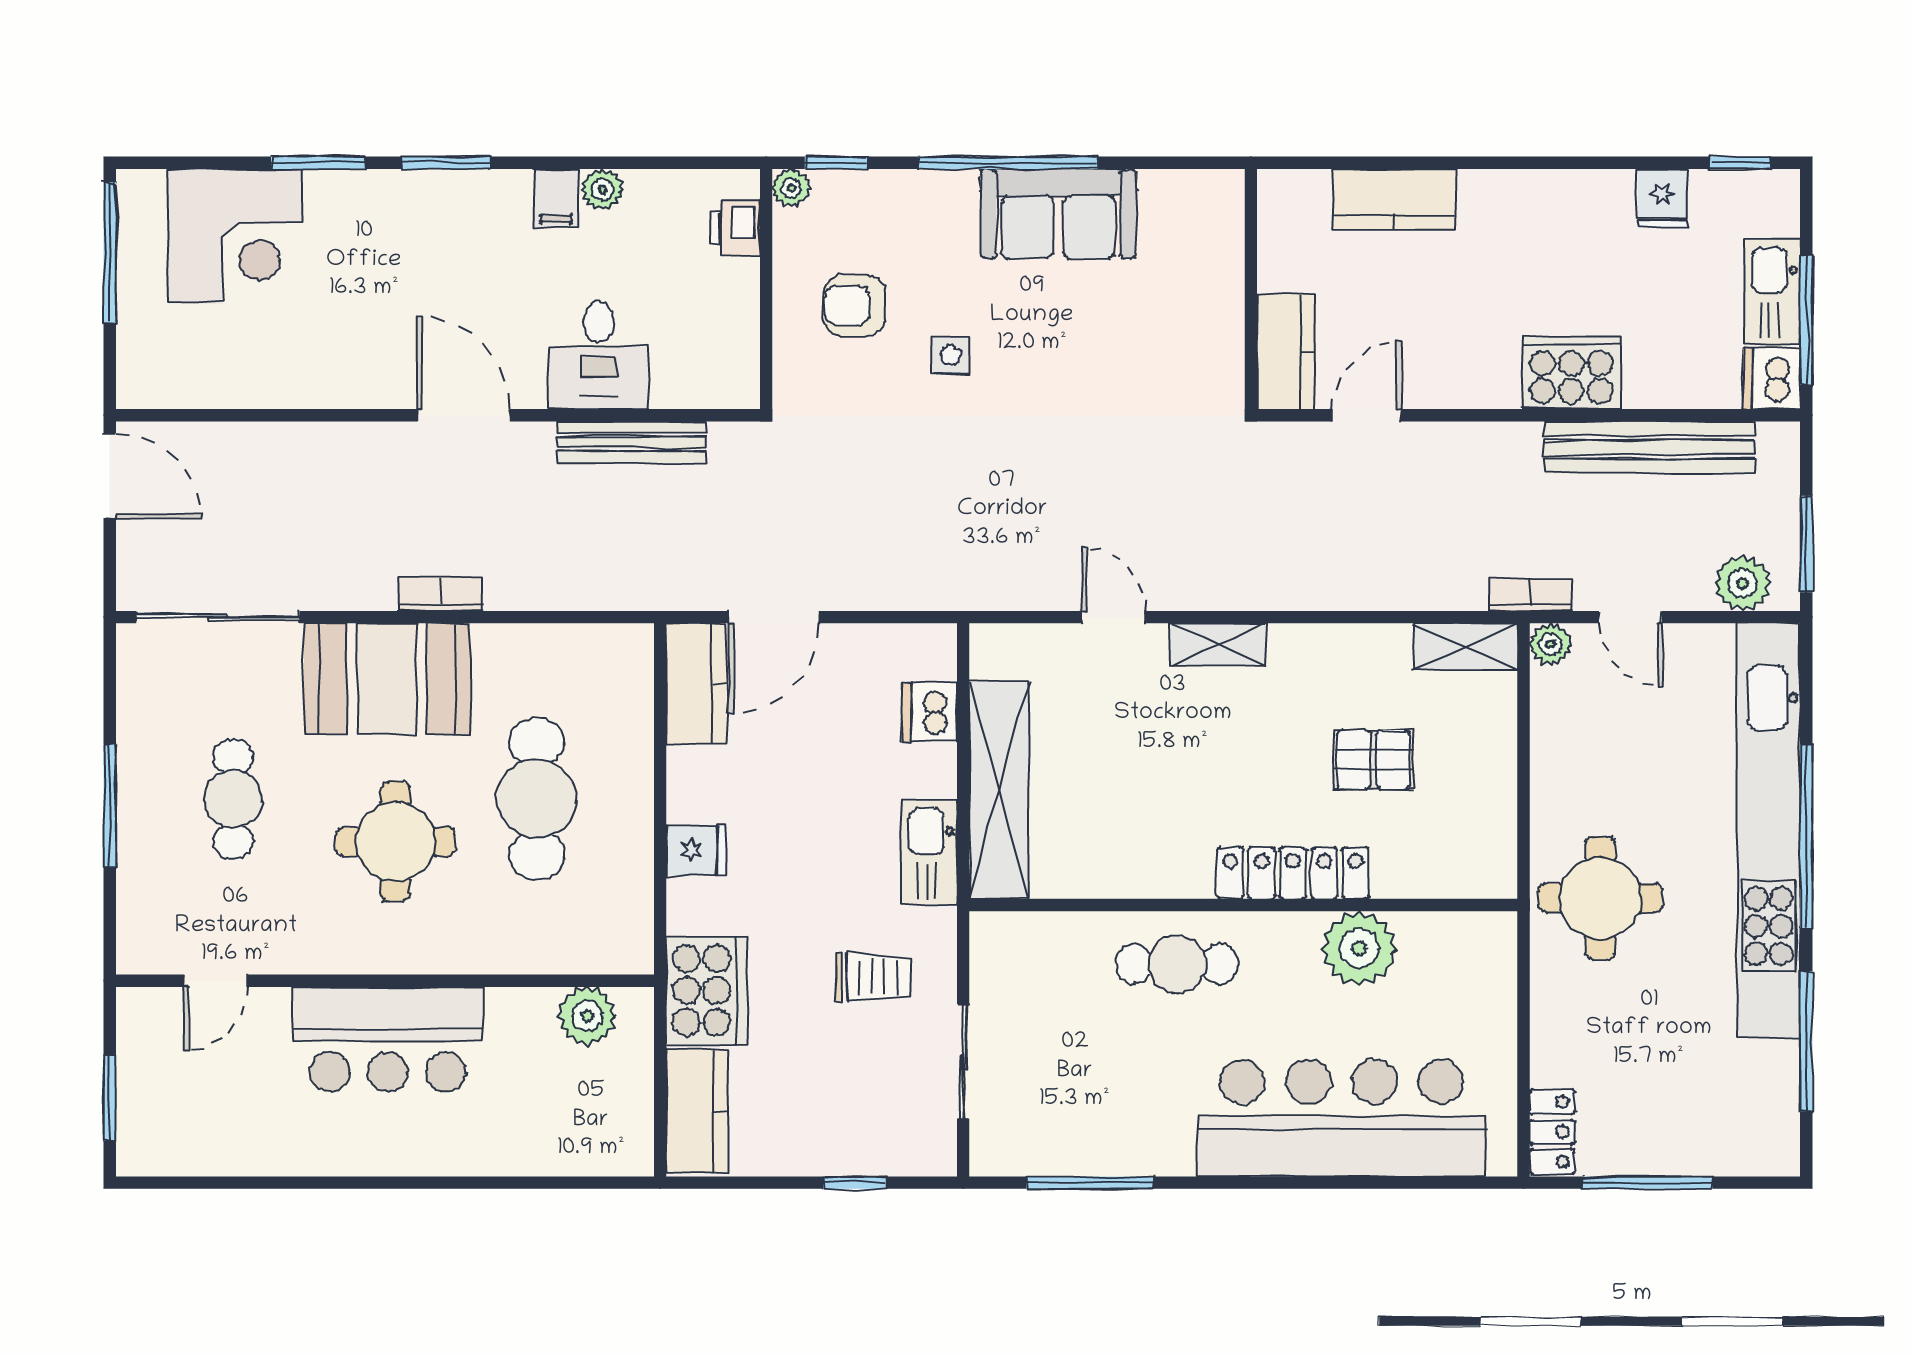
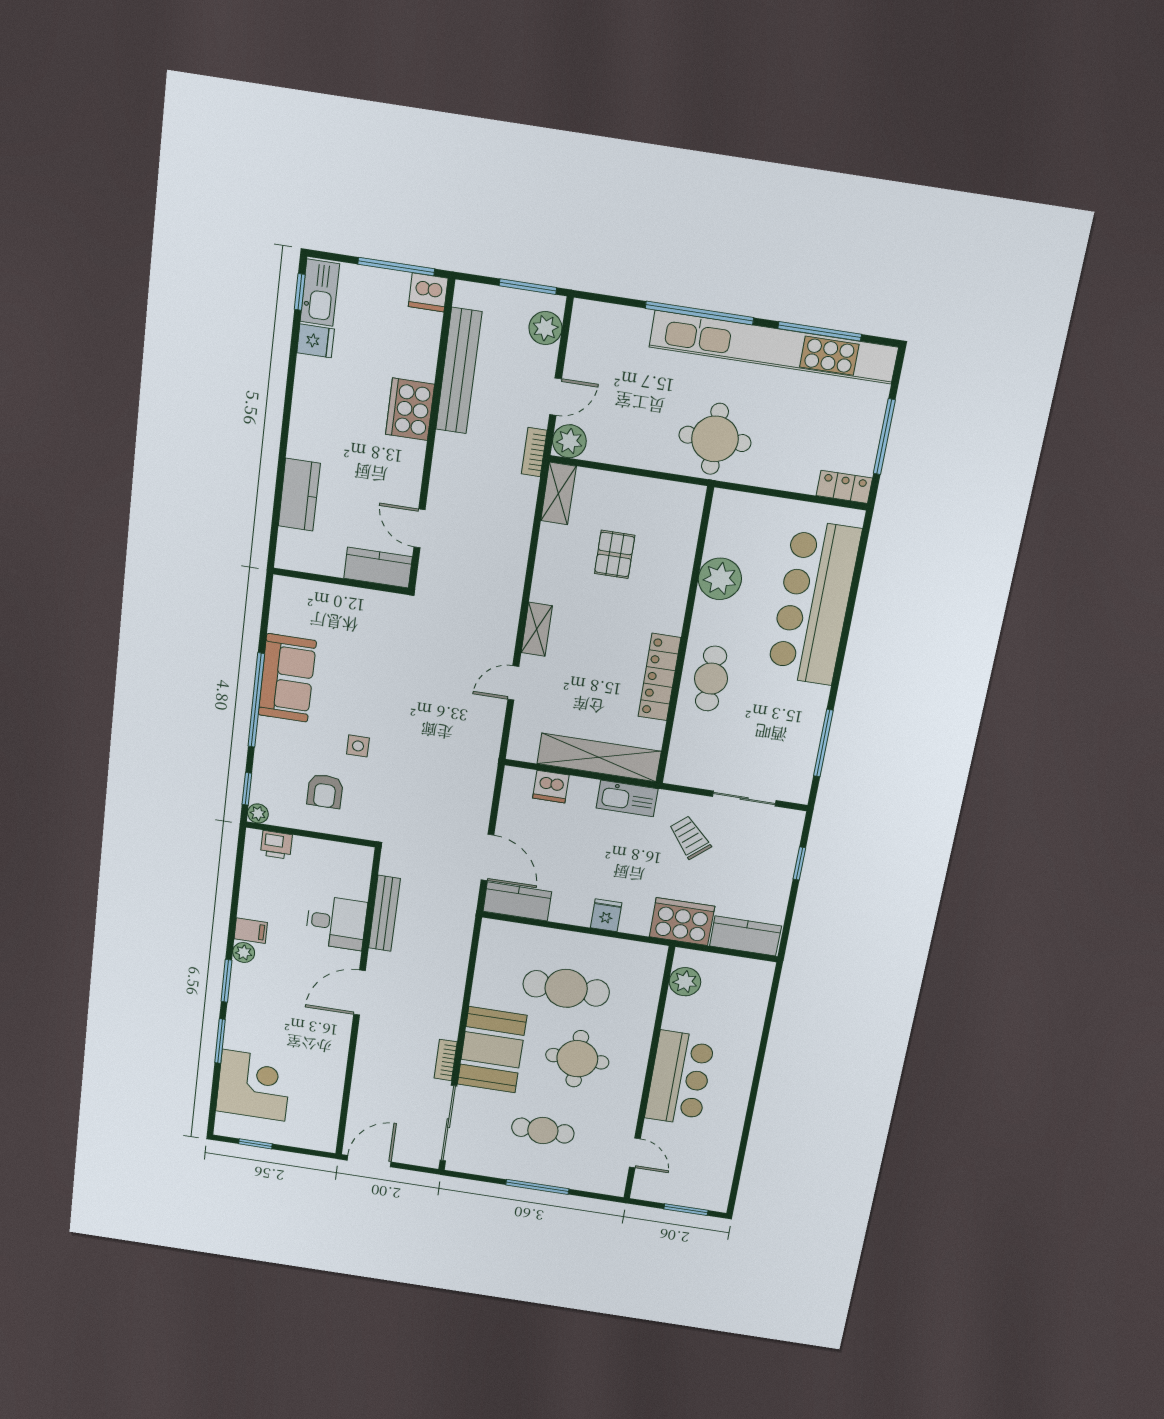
plant: (603, 189) -> (244, 952), moved
window: (110, 252) -> (255, 1144), width x0.46
kitchen sink: (1772, 291) -> (320, 293), moved, turned -90
bookcase: (441, 594) -> (446, 1060), moved
plant: (1550, 644) -> (569, 441), width x1.38, depth x1.38
kitchen unit: (1769, 831) -> (773, 347), moved
locker: (1293, 873) -> (659, 677), moved
trolley: (873, 977) -> (690, 837), turned -41

